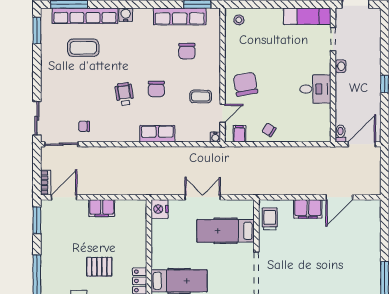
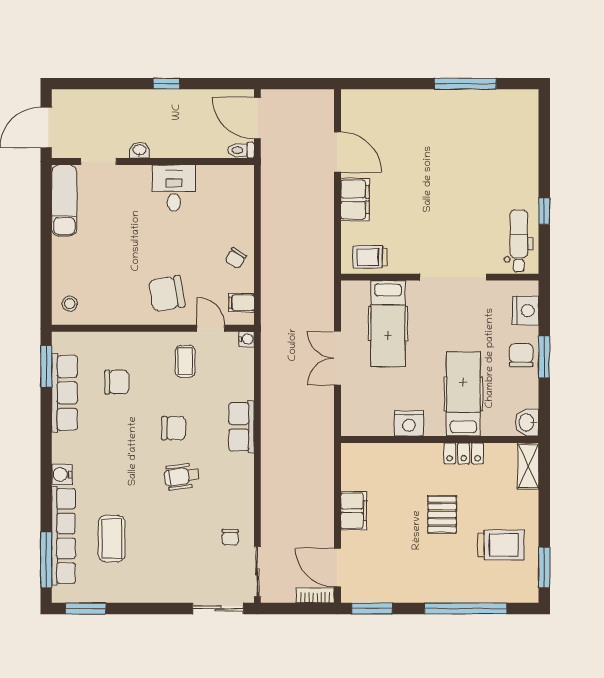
nightstand: (160, 209) -> (409, 423), moved

